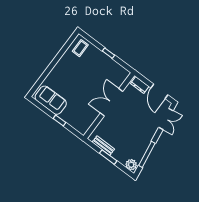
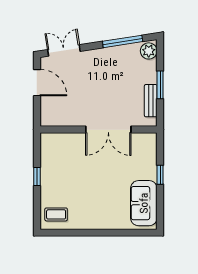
dresser: (140, 85) -> (47, 111), removed
door: (159, 91) -> (37, 83), hinge flipped
double door: (111, 102) -> (108, 130), moved

